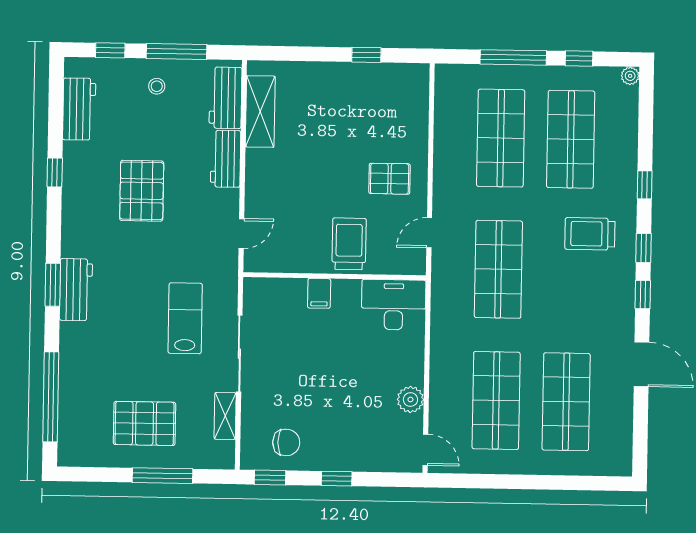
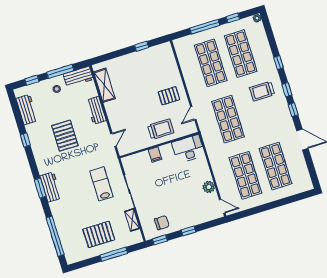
workbench: (225, 98) -> (78, 77), moved, turned -90
trolley: (349, 244) -> (161, 129), turned 90

